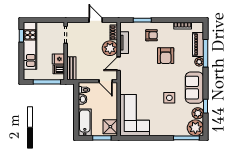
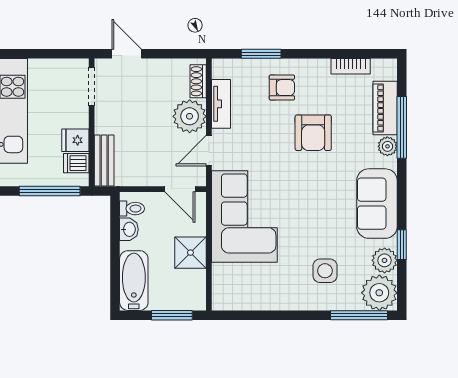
door: (96, 20) -> (127, 54), moved
side table: (169, 98) -> (325, 271), moved
corner sofa: (135, 115) -> (244, 217), moved
shower: (110, 127) -> (190, 253), moved

